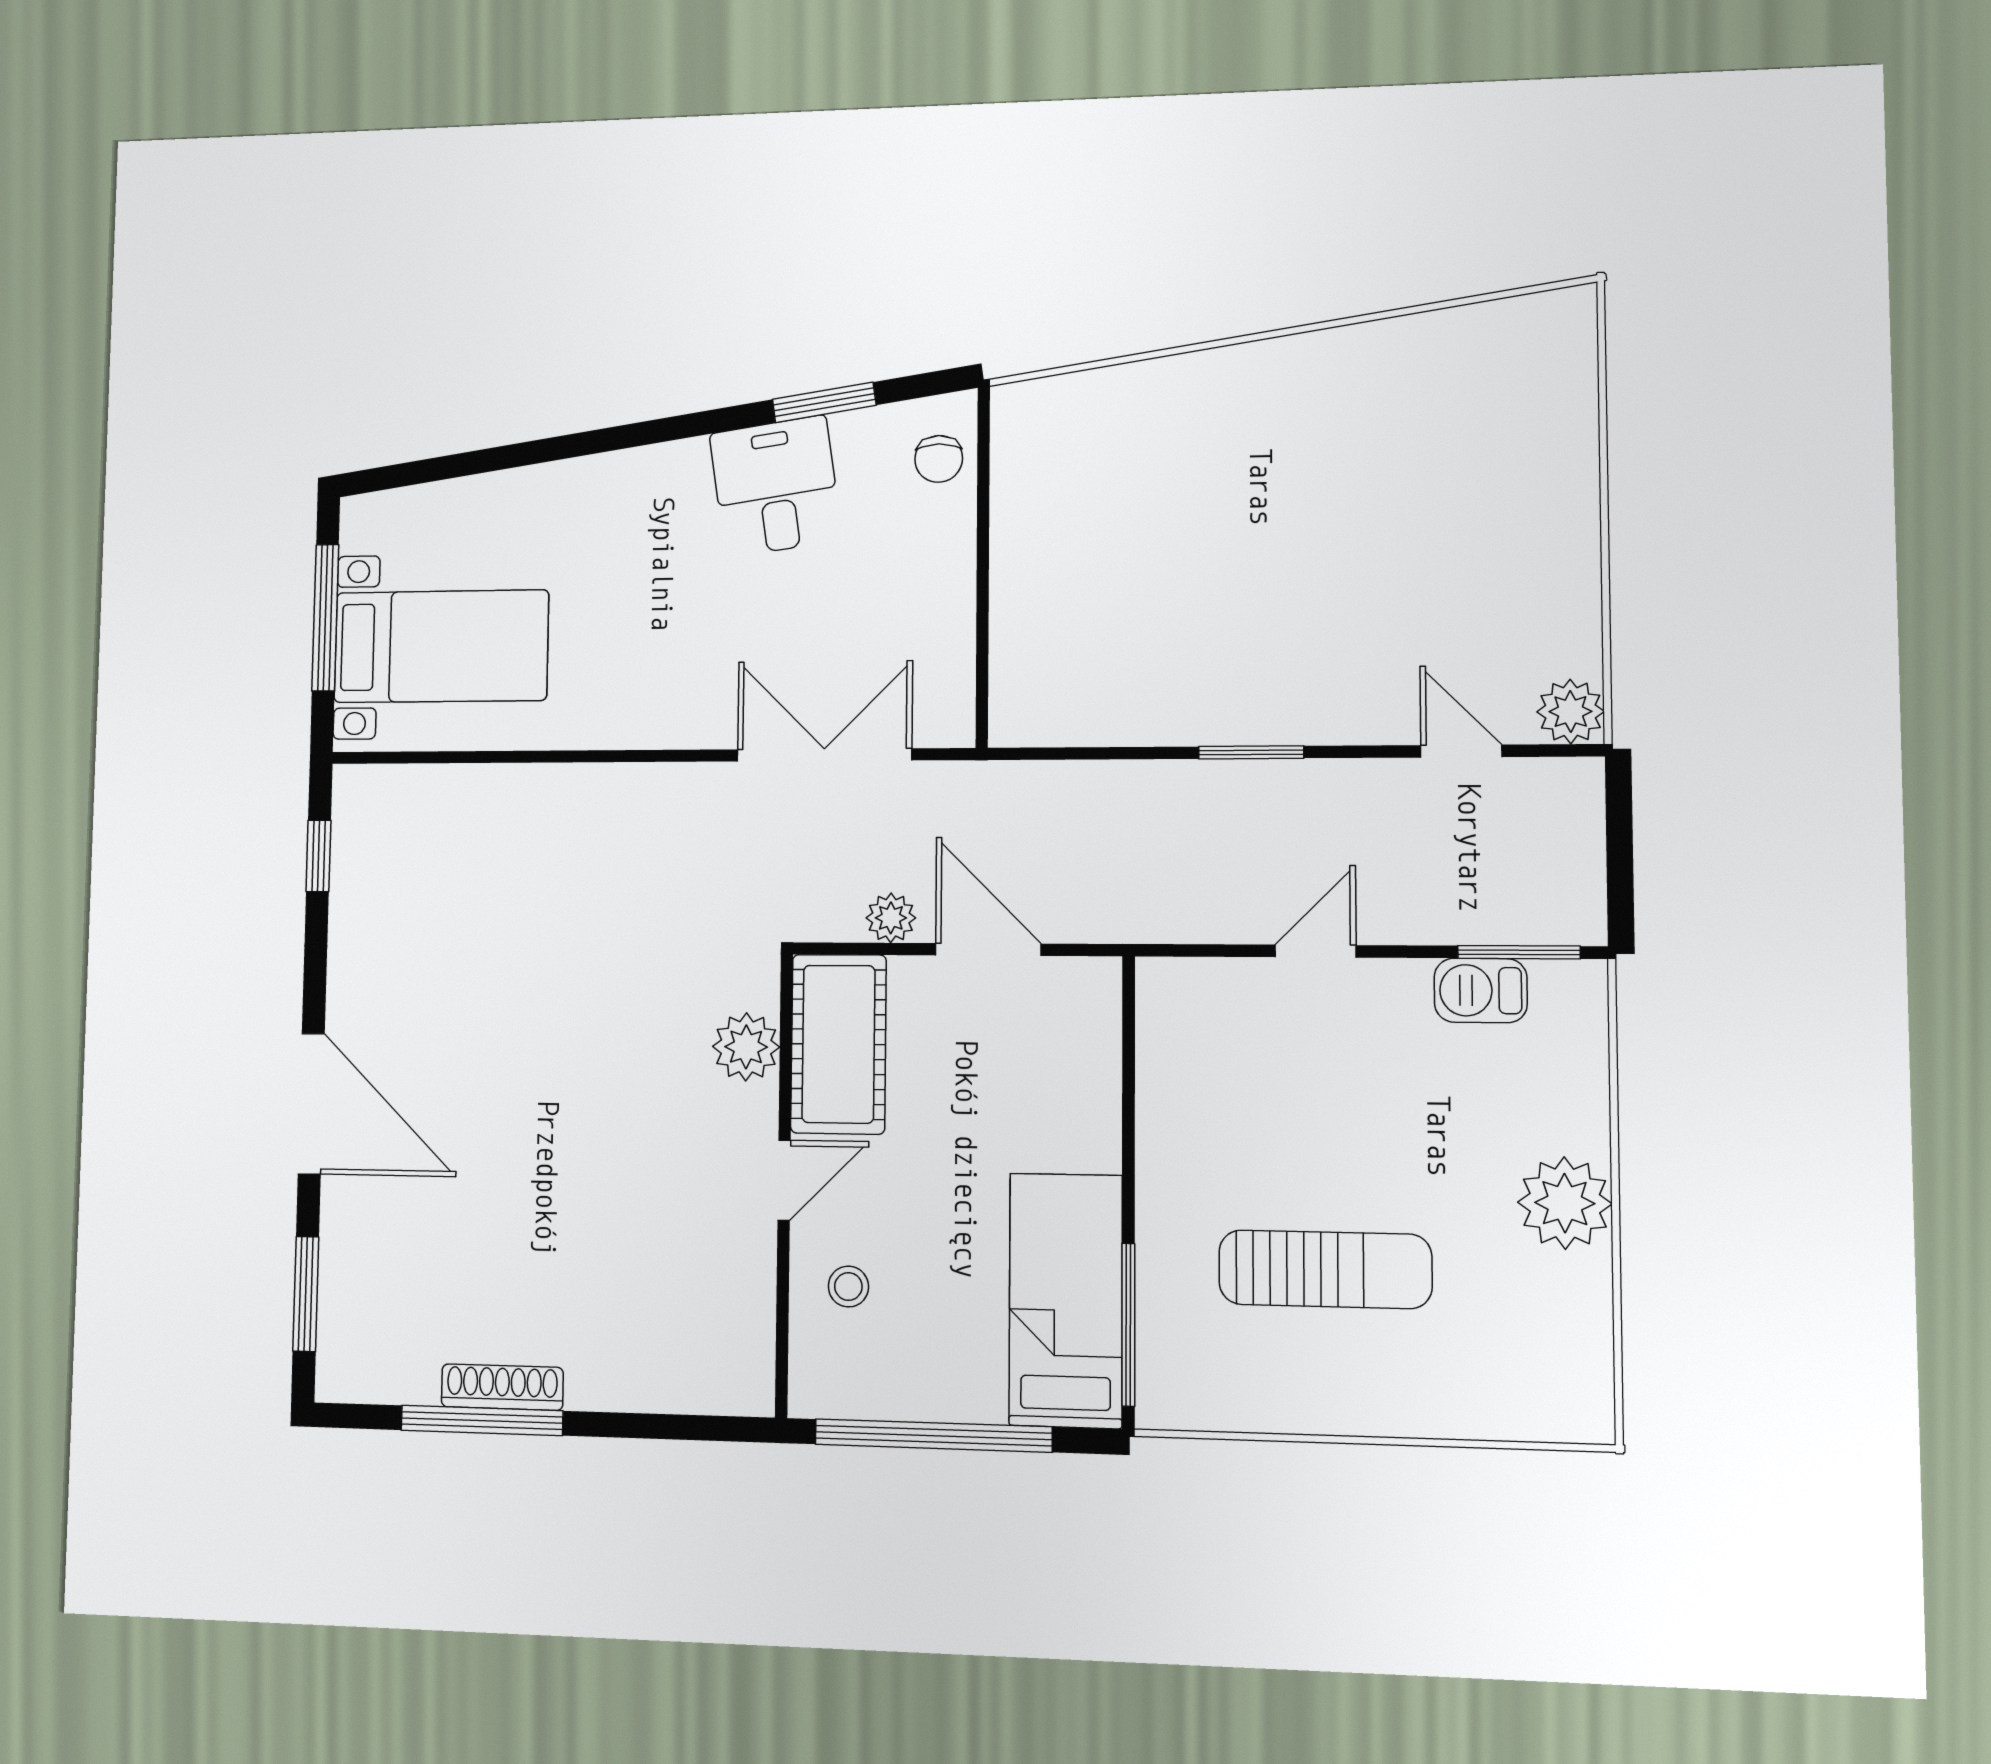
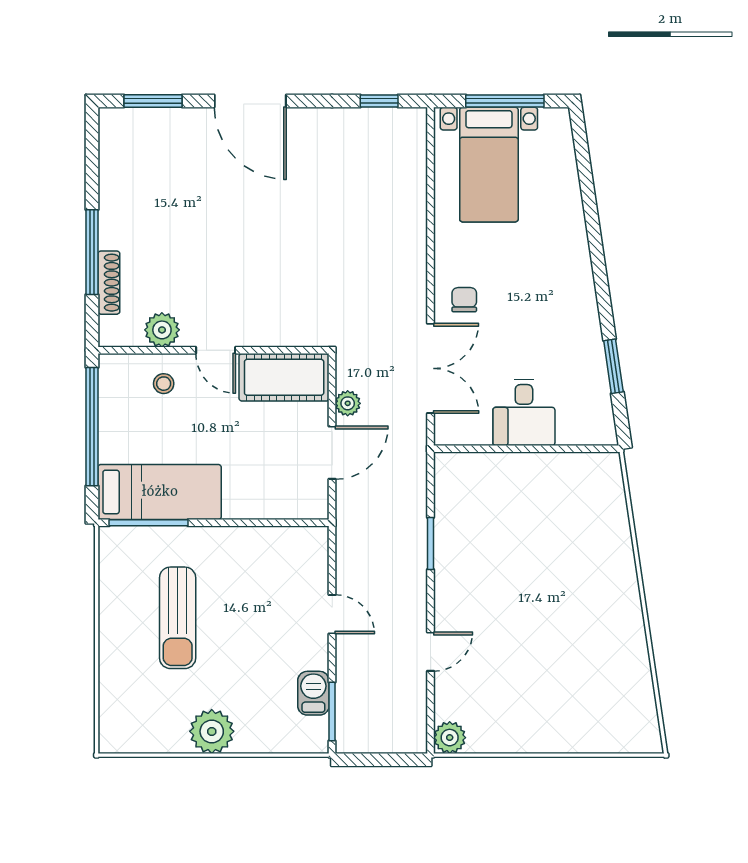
chair: (939, 459) -> (464, 300), moved, turned 90
desk: (776, 486) -> (524, 412), moved, turned 98
door: (1461, 751) -> (431, 652), moved
window: (1251, 752) -> (431, 544), moved
plant: (746, 1047) -> (162, 330), moved
door: (311, 1104) -> (250, 101), hinge flipped
shoe rack: (502, 1387) -> (109, 283), moved
window: (482, 1420) -> (92, 252), moved

